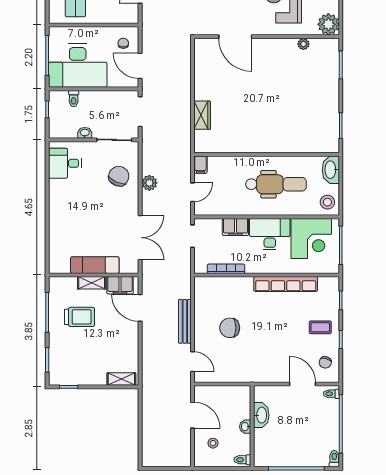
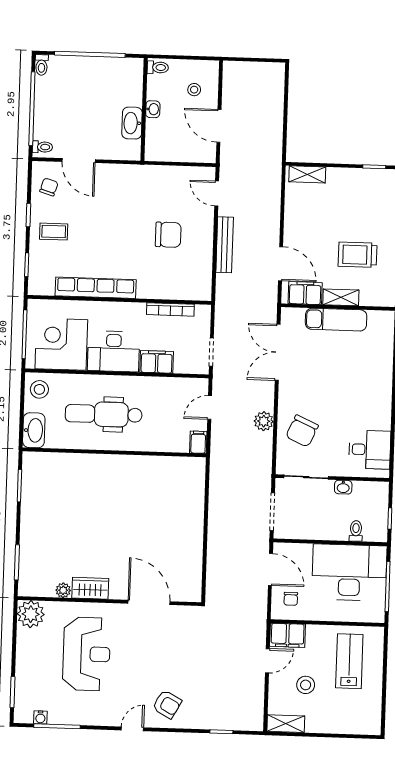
filing cabinet: (125, 14) -> (288, 635), added
wardrobe: (202, 115) -> (90, 588), moved, turned 90

